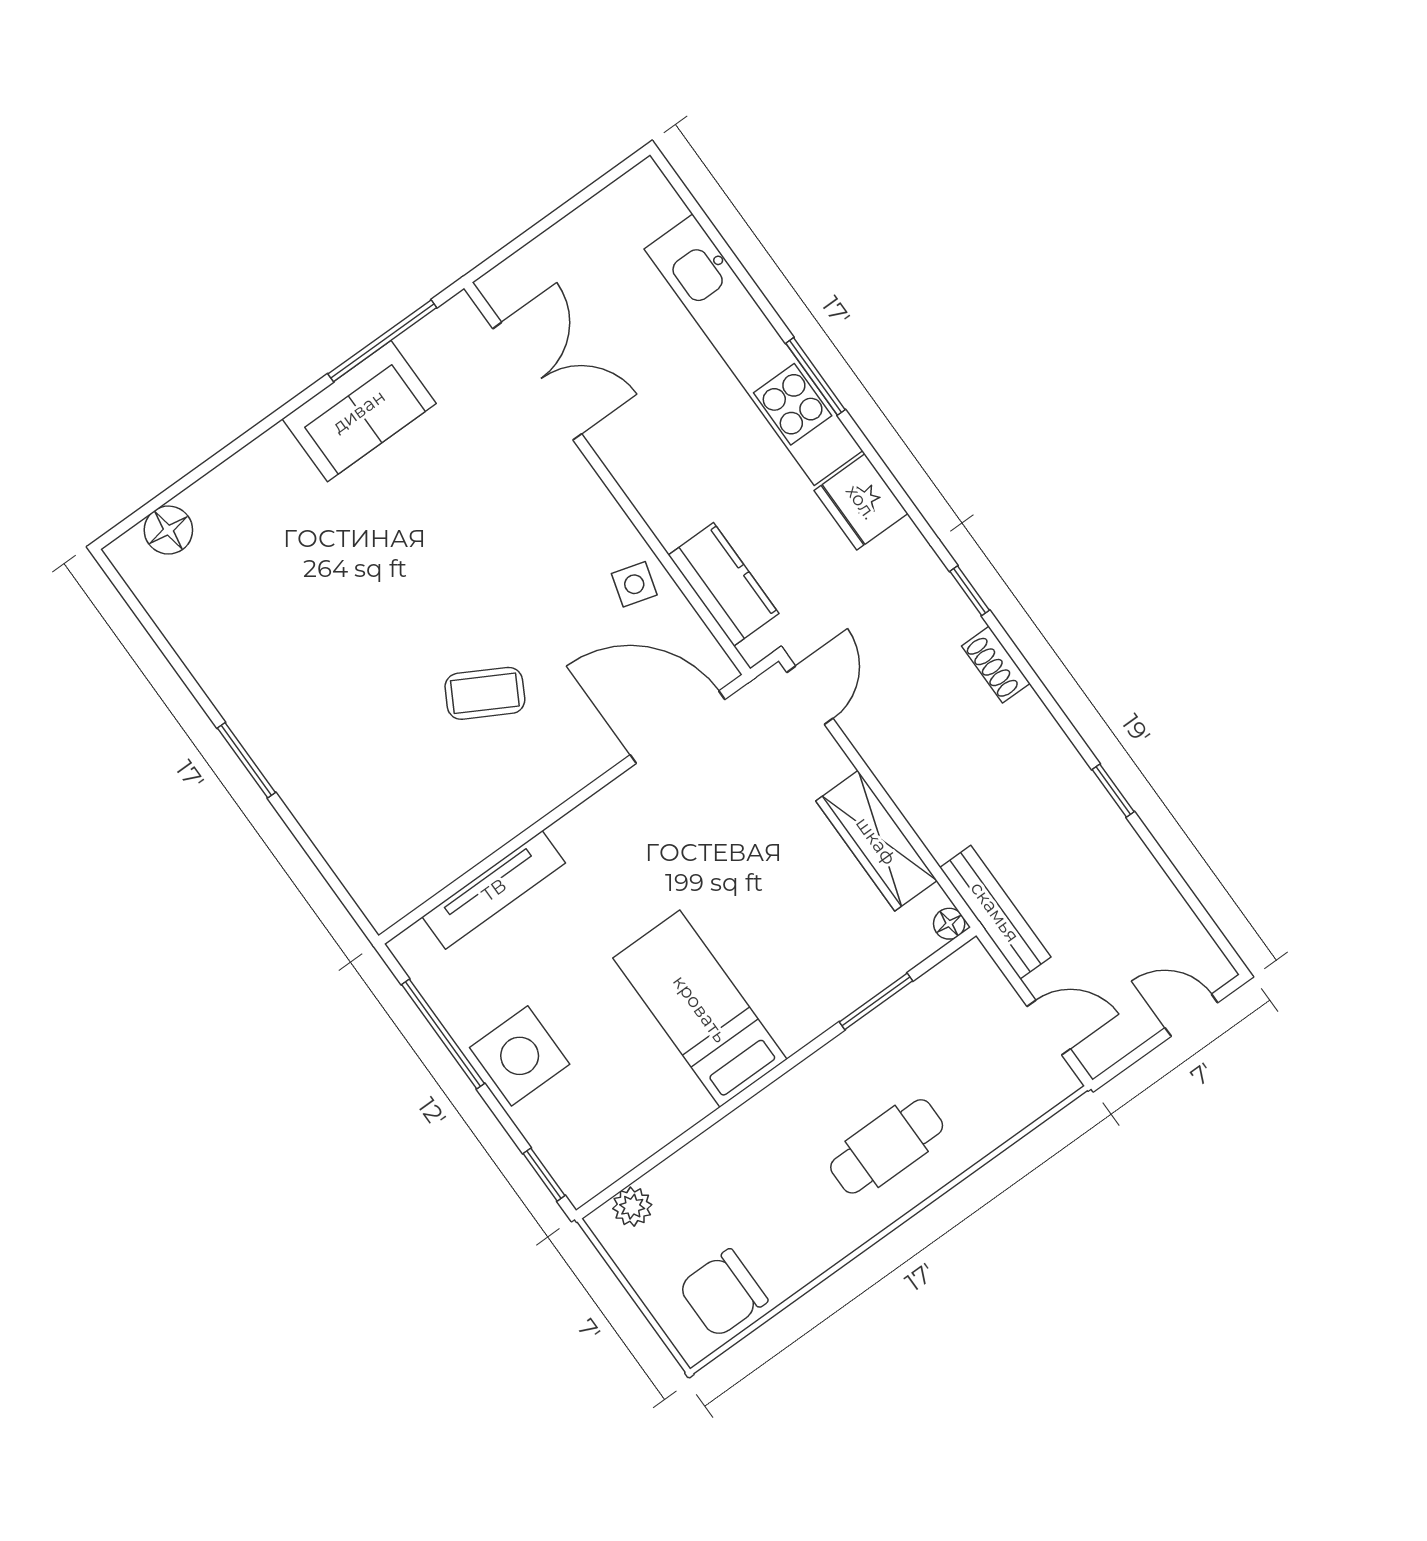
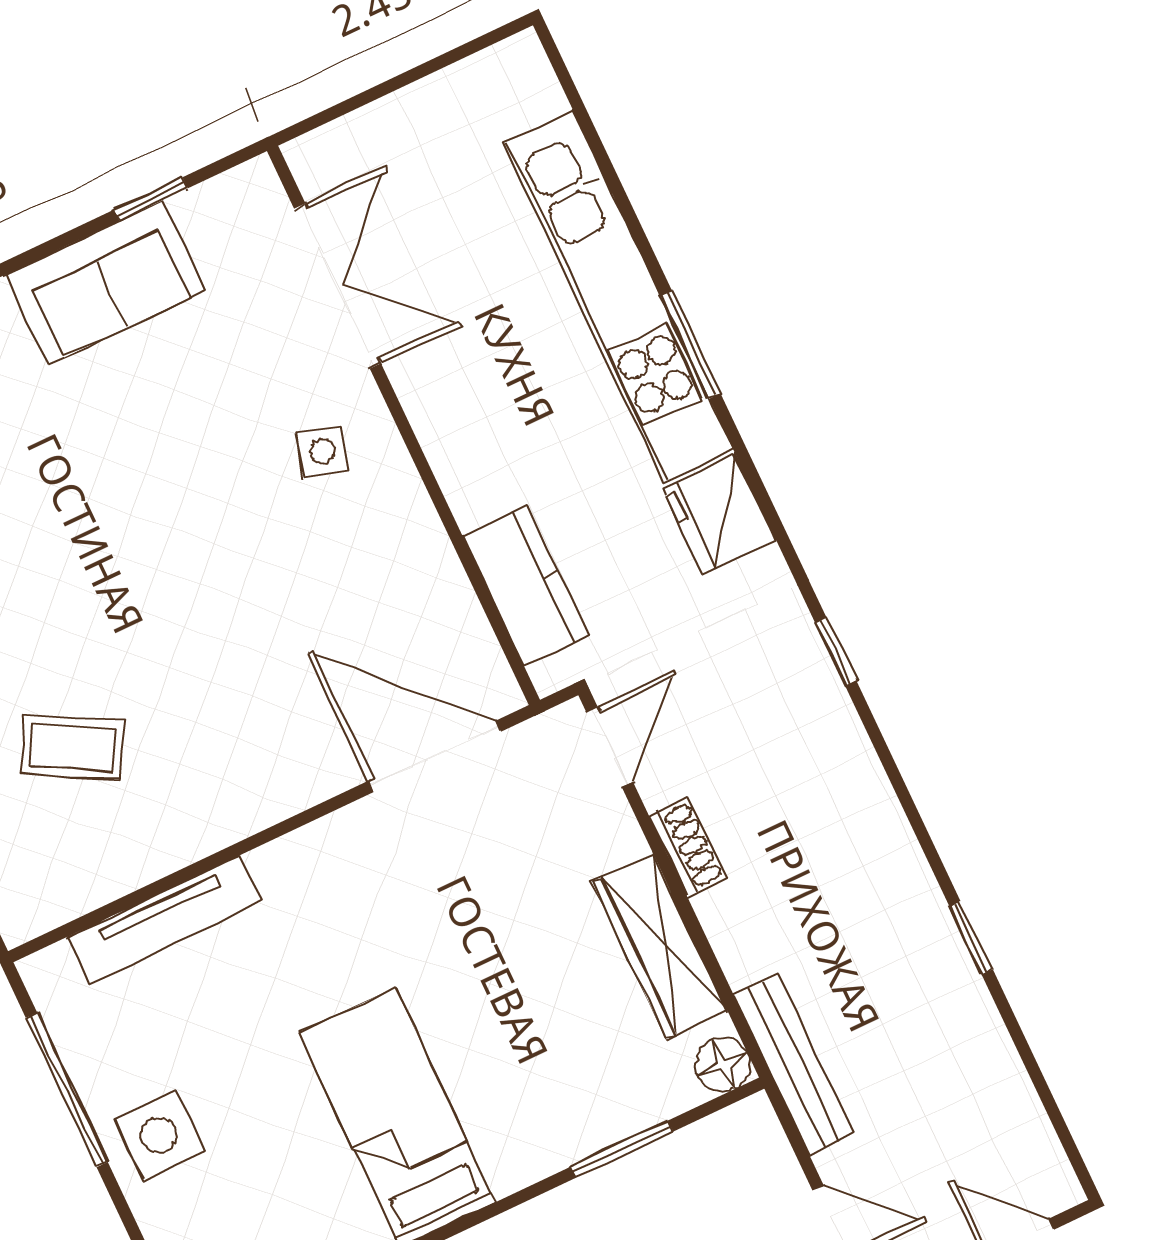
window: (382, 341) -> (151, 199), width x0.46
side table: (634, 584) -> (323, 451), moved
shoe rack: (996, 665) -> (688, 847), moved, turned 180
coffee table: (485, 693) -> (72, 747), moved
floor lamp: (949, 924) -> (723, 1064), width x1.37, depth x1.37
side table: (520, 1056) -> (159, 1135), width x0.73, depth x0.73

